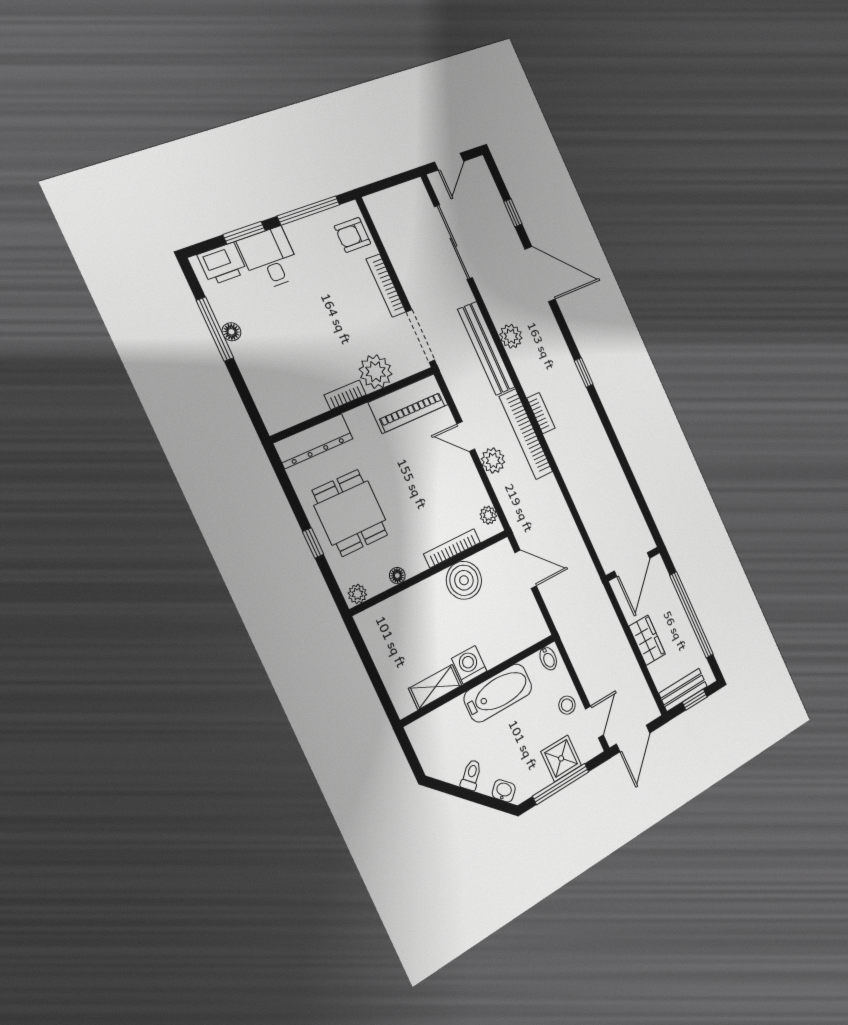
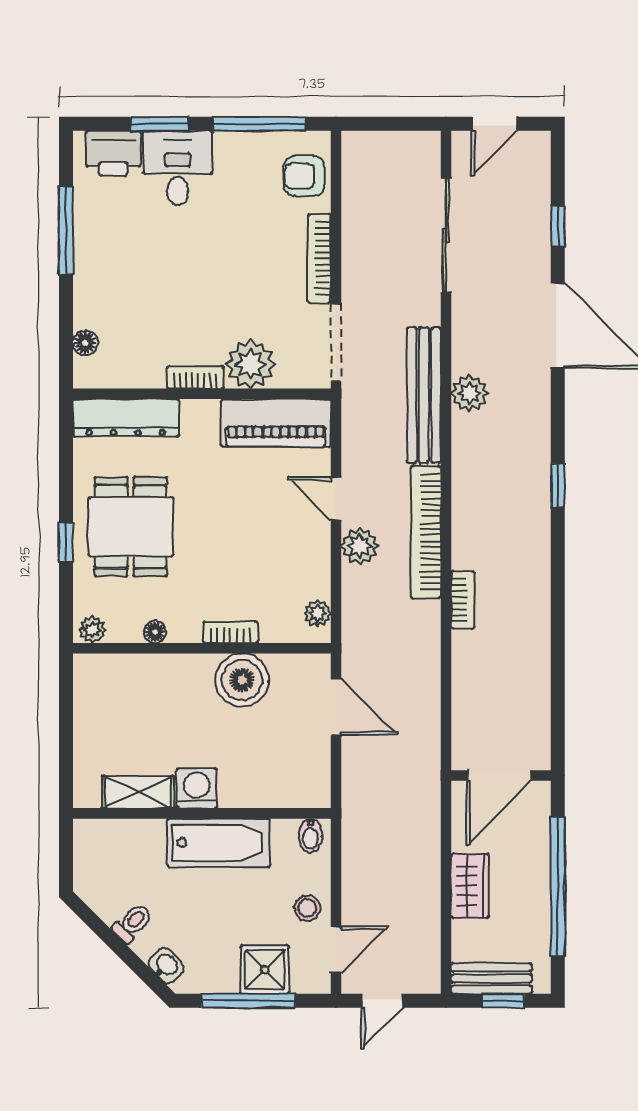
floor lamp: (231, 332) -> (85, 343), moved
bookcase: (541, 413) -> (463, 600), moved
bookcase: (452, 548) -> (230, 632), width x0.64
door: (633, 738) -> (382, 1001), width x0.73

